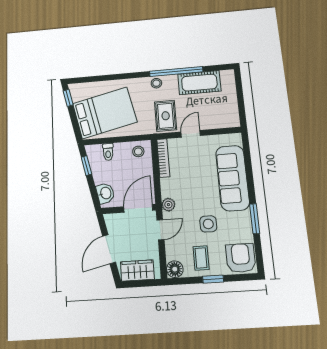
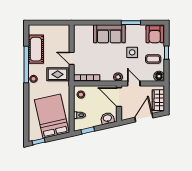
sofa: (232, 178) -> (109, 34), width x0.73
door: (109, 249) -> (144, 118), swing flipped
armchair: (241, 258) -> (155, 34), turned -90

